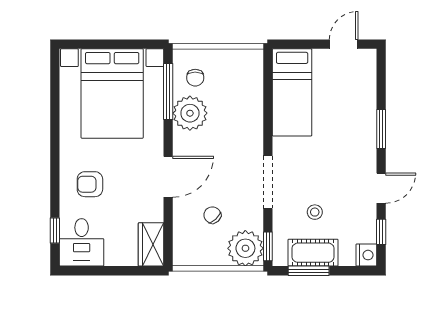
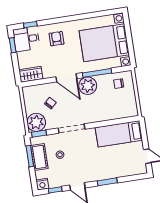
window: (168, 91) -> (97, 73), moved
plant: (190, 113) -> (88, 86), moved
window: (90, 271) -> (13, 45), added

